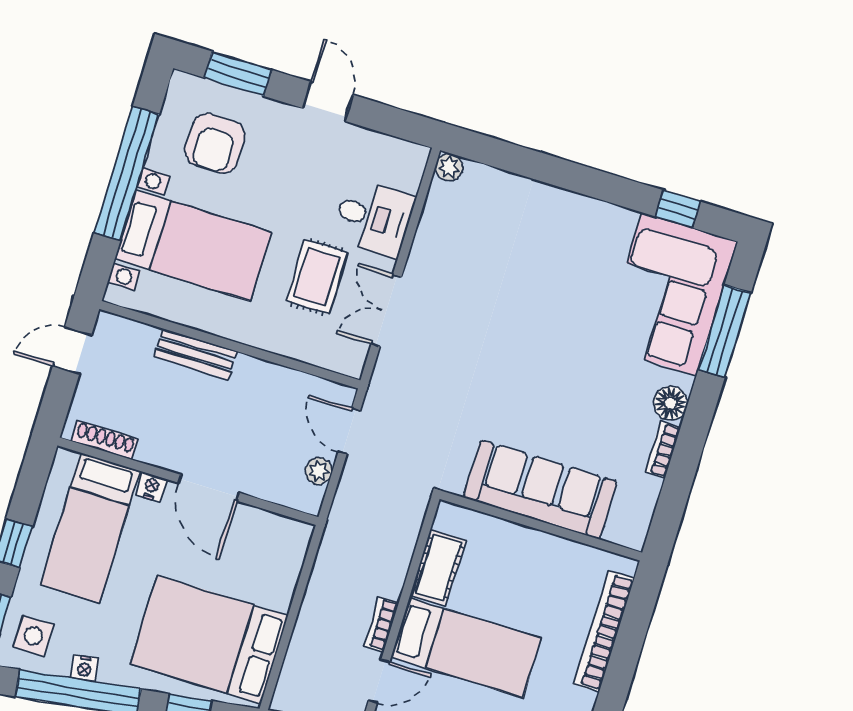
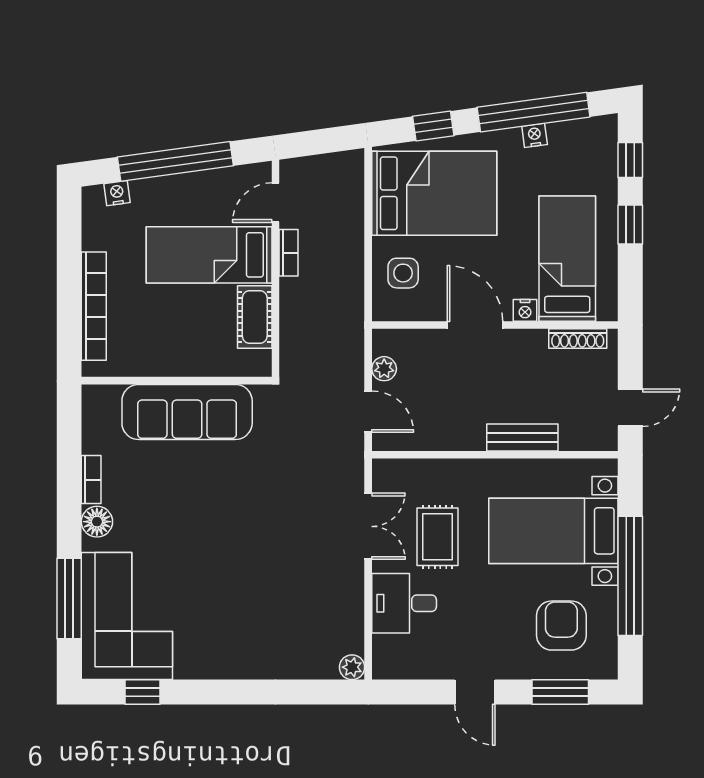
side table: (33, 636) -> (403, 273), moved

